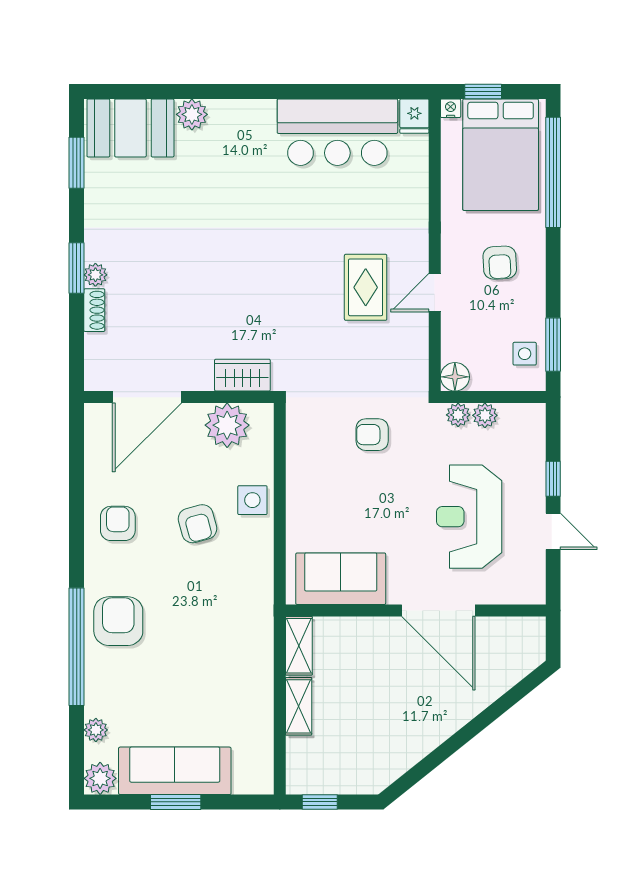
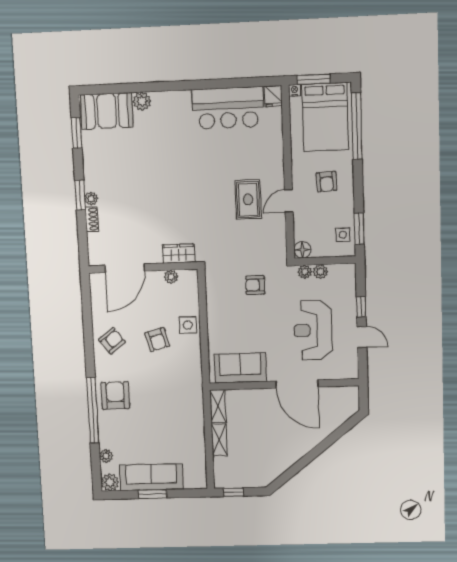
window: (483, 92) -> (314, 79), width x1.50
plant: (227, 425) -> (171, 277), width x0.53, depth x0.53
armchair: (118, 523) -> (112, 341), turned 52

